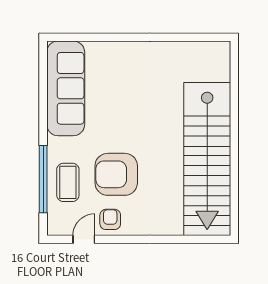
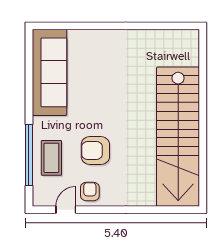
armchair: (116, 174) -> (95, 151), width x0.73, depth x0.73

